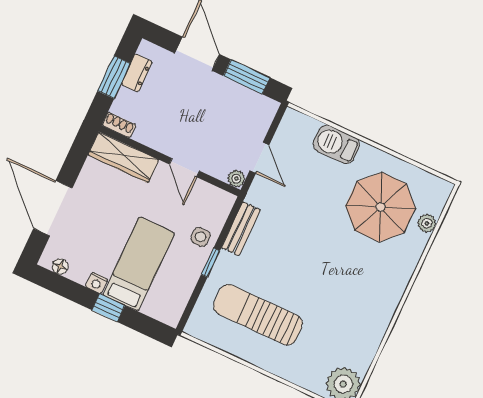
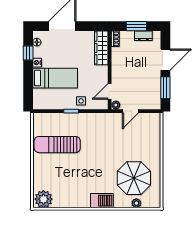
barbecue: (336, 144) -> (102, 201), moved, turned 90
door: (184, 168) -> (110, 91), moved
bench: (241, 229) -> (94, 118), removed
window: (108, 308) -> (28, 53), moved
sun lounger: (258, 315) -> (57, 145), turned -90

